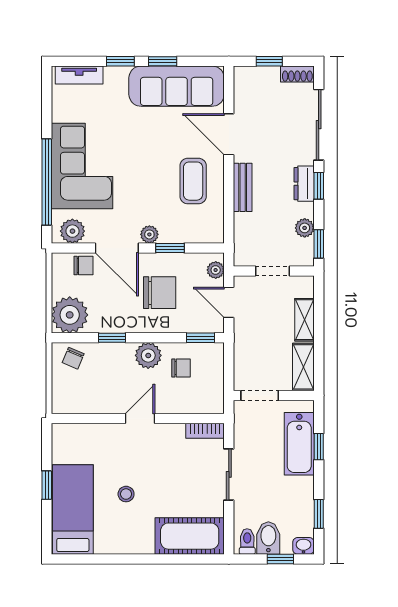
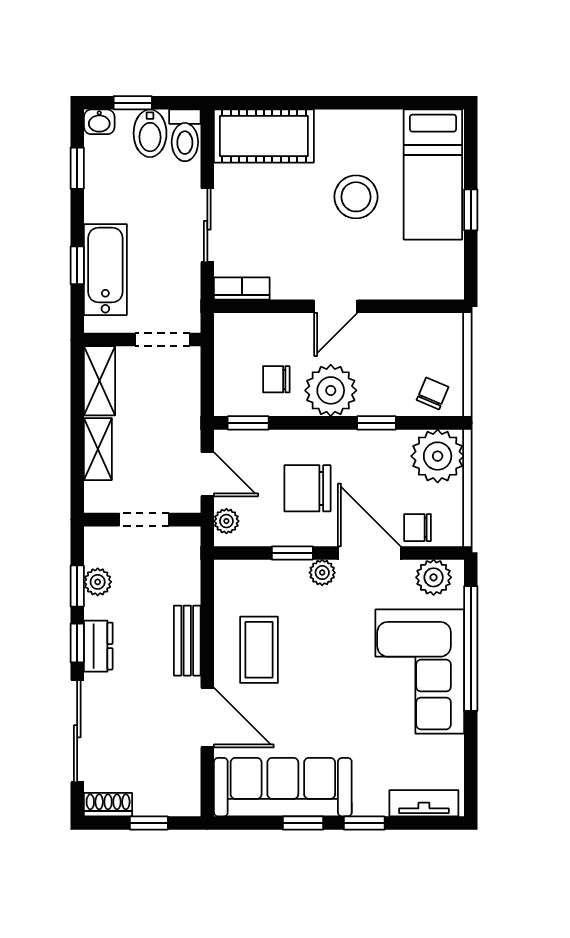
window: (319, 244) -> (77, 586), moved
plant: (148, 355) -> (331, 390), width x1.36, depth x1.36
stool: (126, 494) -> (356, 197), width x1.89, depth x1.89
toilet: (247, 542) -> (185, 135), width x1.37, depth x1.39

